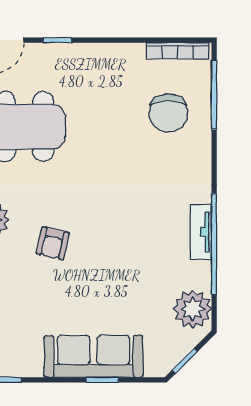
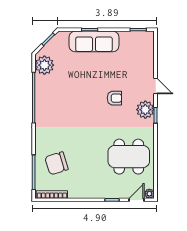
chair: (168, 113) -> (57, 163), turned -107
tv unit: (201, 232) -> (40, 104), removed
armchair: (53, 243) -> (114, 98), turned 77

